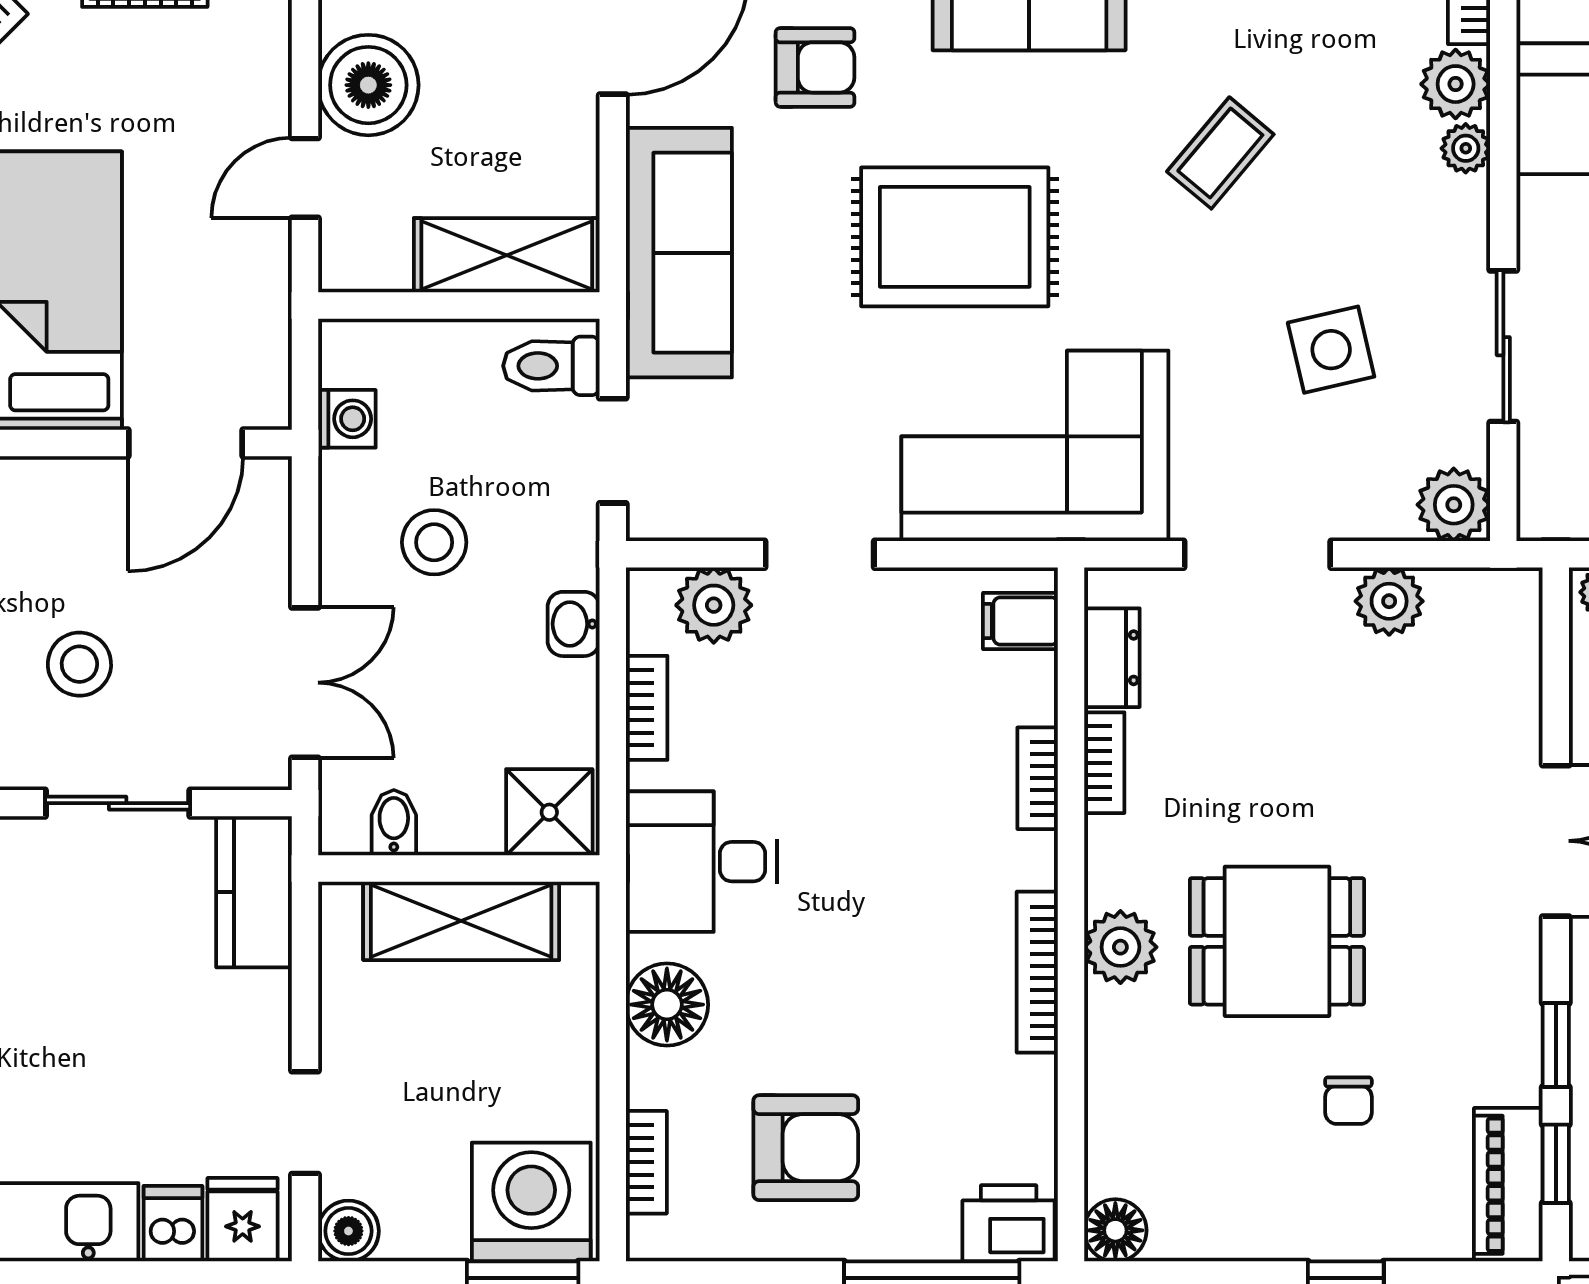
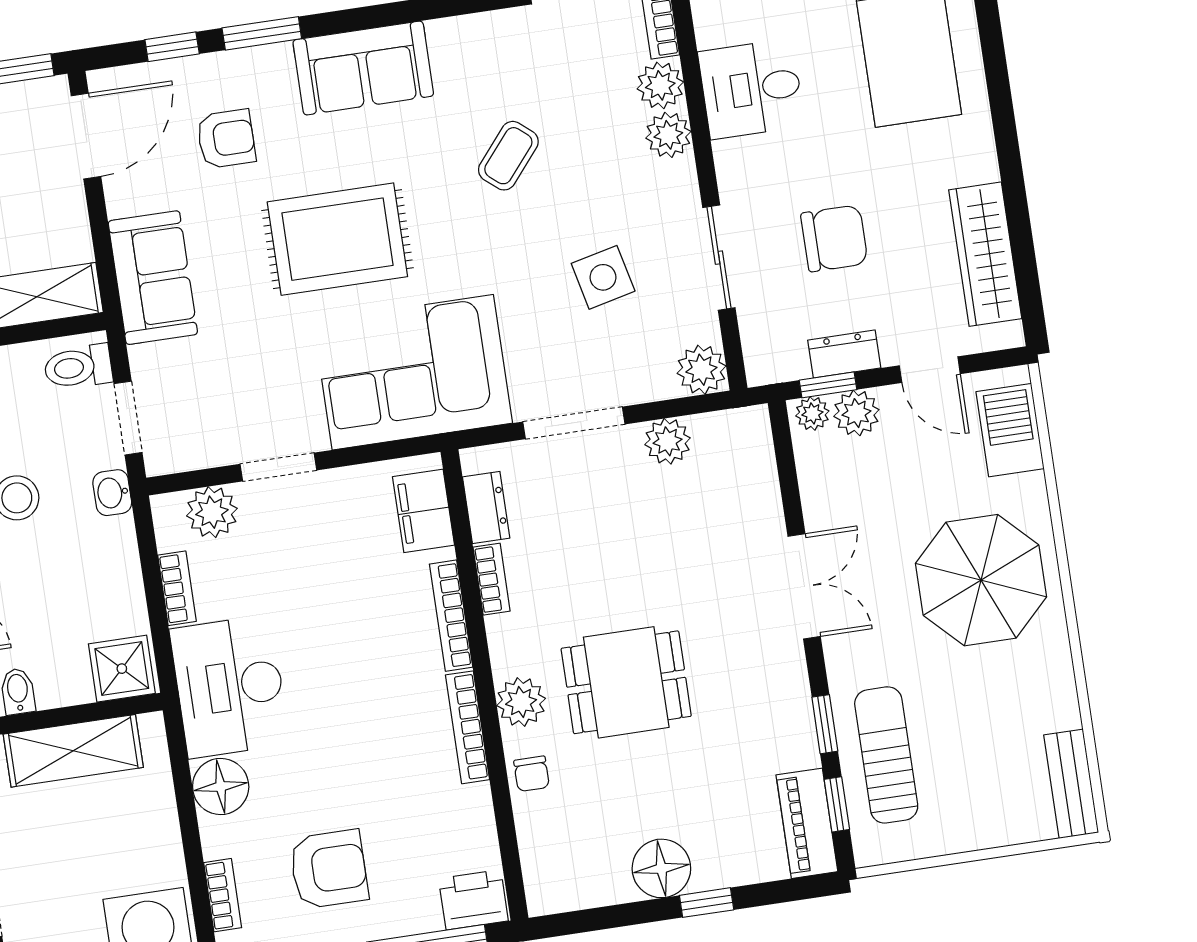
plant: (1466, 148) -> (668, 135), width x1.38, depth x1.38
sofa: (679, 253) -> (153, 278), width x0.73
filing cabinet: (1020, 621) -> (423, 511), width x2.00
washbasin: (574, 624) -> (112, 493), moved
bookcase: (1038, 778) -> (451, 616), width x1.56
desk: (702, 862) -> (230, 687), width x1.37
chair: (1348, 1101) -> (532, 774), moved
floor lamp: (1115, 1230) -> (661, 868), moved, width x1.38, depth x1.38

